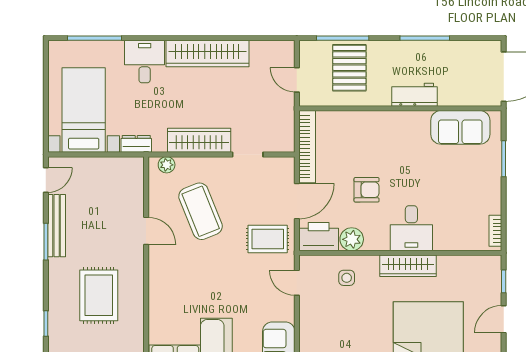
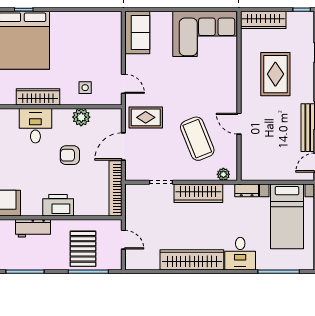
printer: (319, 237) -> (58, 205), moved, turned 180

